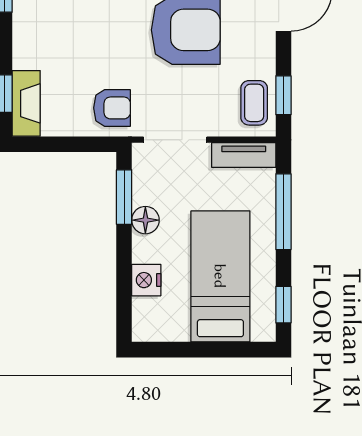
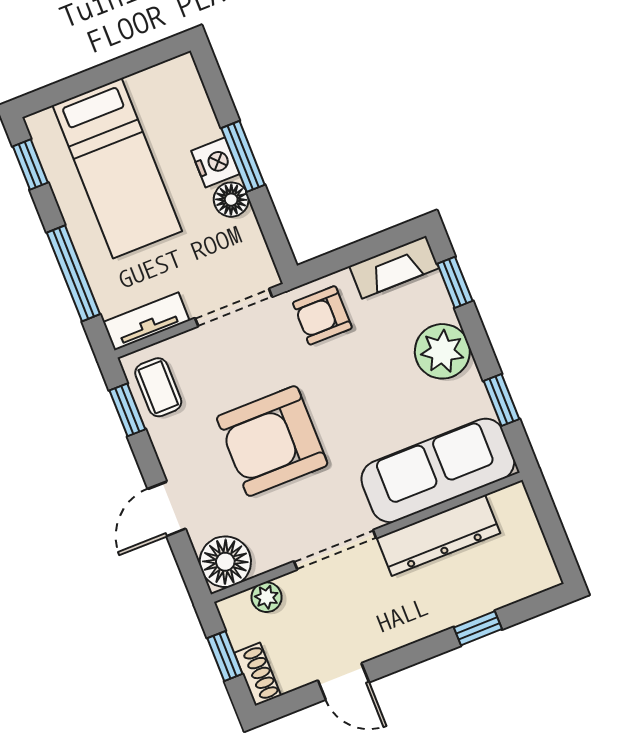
plant: (34, 46) -> (442, 351), added
fireplace: (26, 103) -> (394, 267), moved, turned -90
window: (124, 197) -> (243, 156), moved
nightstand: (146, 280) -> (215, 162), moved

